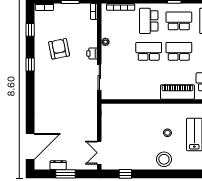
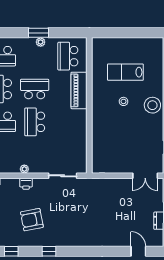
school desk: (179, 51) -> (35, 89), turned 90
printer: (92, 54) -> (26, 184), moved
door: (30, 146) -> (138, 251), width x0.53

